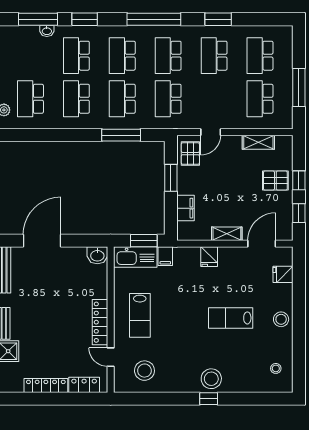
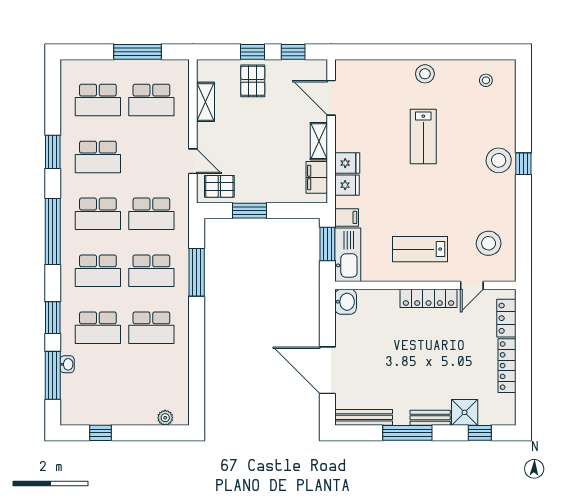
school desk: (30, 99) -> (151, 385), removed
filing cabinet: (185, 208) -> (317, 177), moved, turned -90
fridge: (283, 274) -> (347, 185), moved, turned -90
lab bench: (140, 315) -> (420, 249), turned 180

